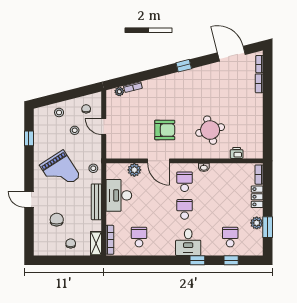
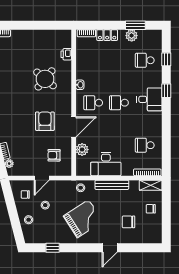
round table: (210, 130) -> (45, 79), turned -35
armchair: (128, 140) -> (54, 155), added

